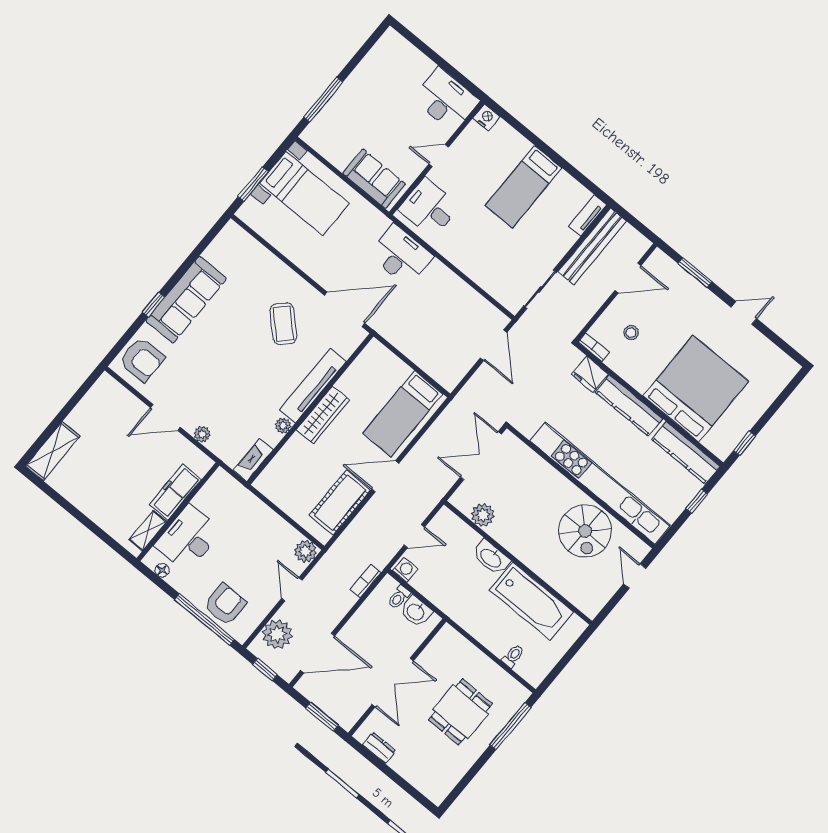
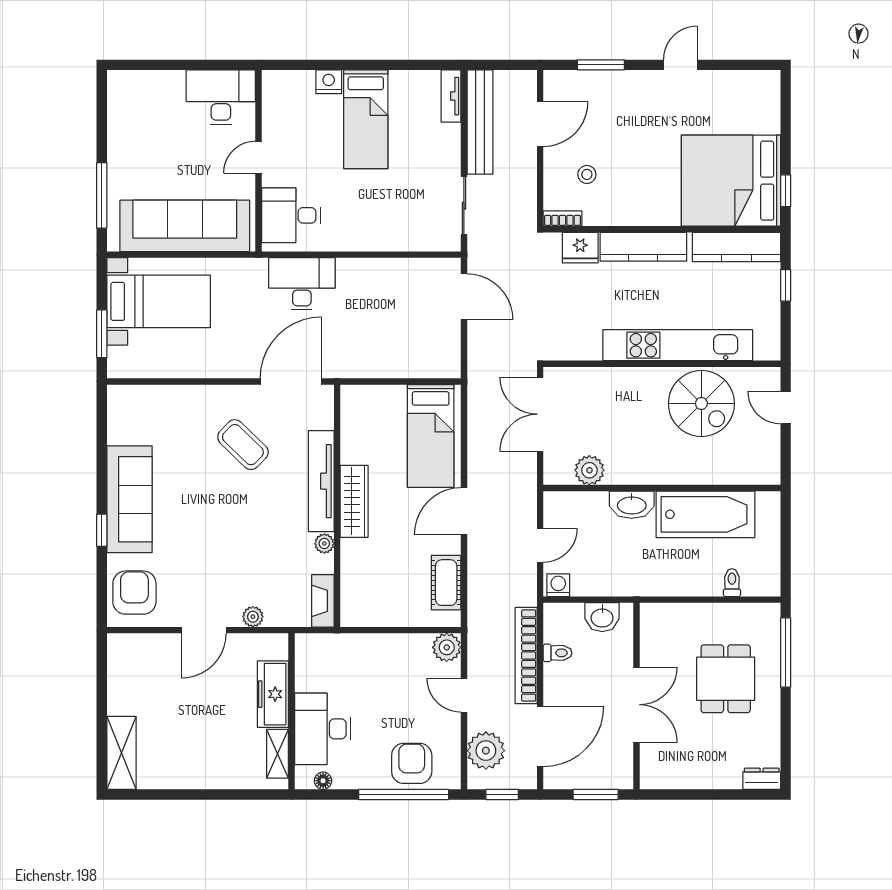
nightstand: (487, 117) -> (329, 82), moved
sofa: (374, 179) -> (185, 226), width x1.85, depth x1.27
armchair: (142, 359) -> (134, 593), turned -90
bed: (696, 389) -> (731, 181), moved, turned -90
kitchen unit: (600, 483) -> (678, 345), width x0.73
cot: (340, 503) -> (446, 583), width x0.73, depth x0.75
bookcase: (365, 581) -> (526, 656), width x2.31, depth x1.31
toilet: (399, 597) -> (557, 653), moved, turned -90
dresser: (379, 748) -> (762, 779), moved

